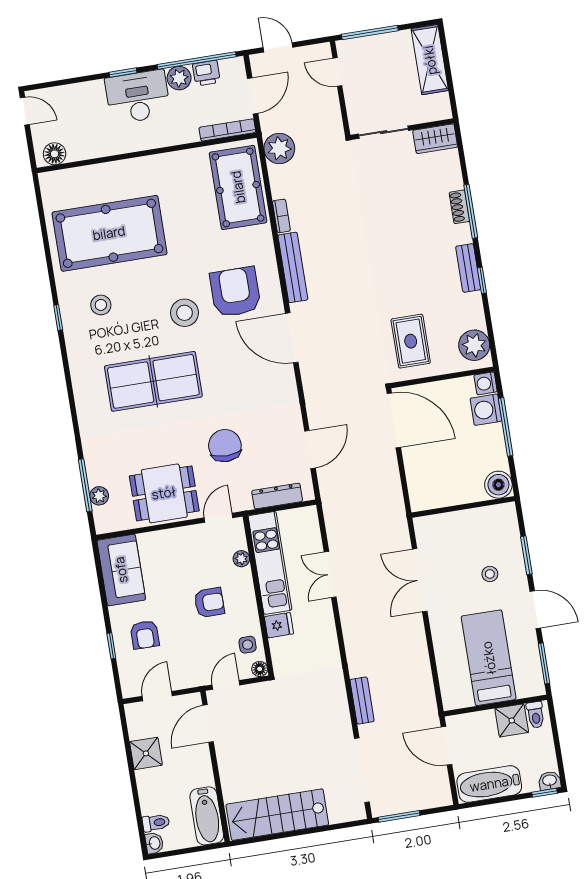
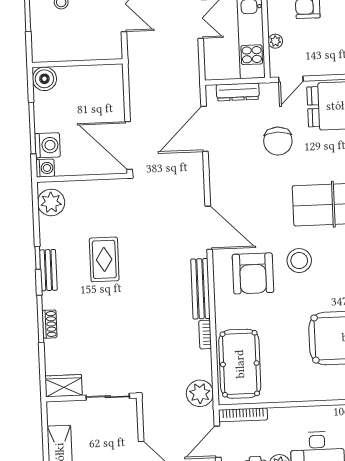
rug: (411, 341) -> (104, 259), moved
door: (310, 450) -> (204, 129), width x1.36

